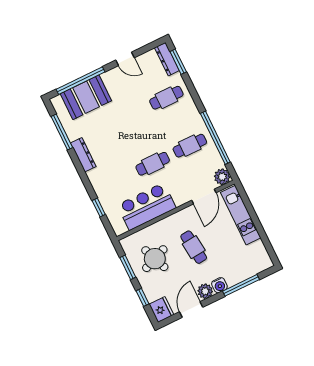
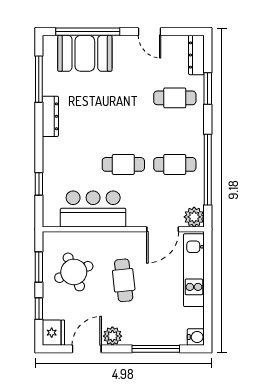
window: (178, 62) -> (208, 88), moved
water cooler: (219, 285) -> (196, 337), moved, turned -90

